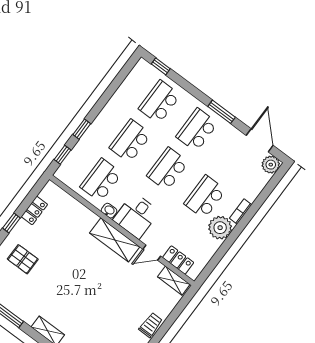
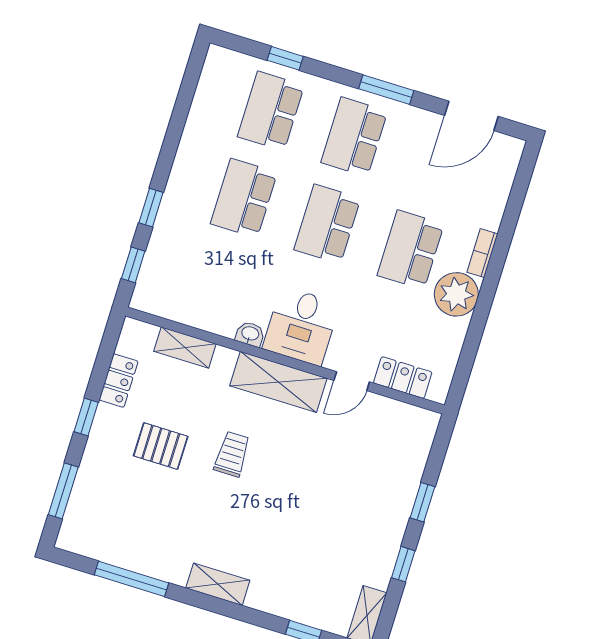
window: (161, 66) -> (285, 58), moved
door: (260, 140) -> (471, 116), swing flipped
plant: (271, 165) -> (506, 152), removed
school desk: (101, 180) -> (217, 285), removed
pallet: (23, 259) -> (161, 446), moved
shelving: (174, 281) -> (185, 348), moved
trolley: (151, 325) -> (232, 454), moved
window: (166, 326) -> (422, 502), added

